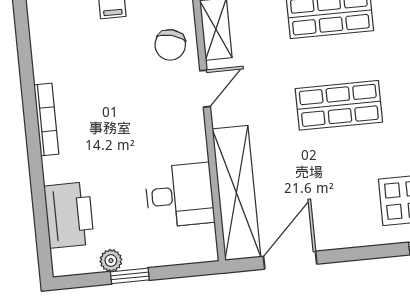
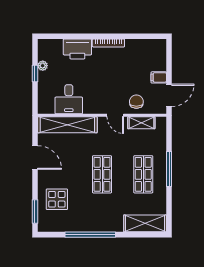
chair: (170, 45) -> (136, 102), turned 75
printer: (69, 215) -> (77, 49), moved
door: (290, 260) -> (35, 157), moved

